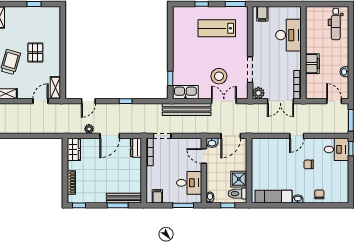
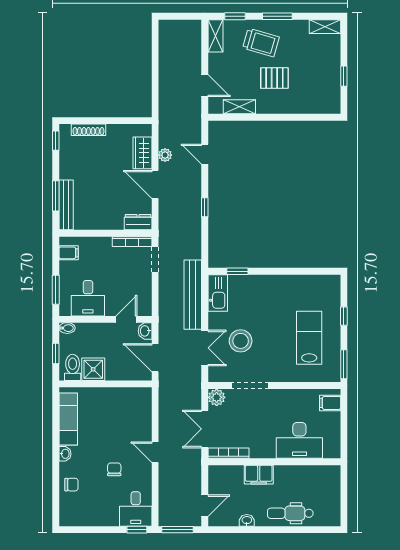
dental chair: (336, 24) -> (290, 513), moved
shelving: (55, 88) -> (239, 107), moved
wardrobe: (74, 149) -> (142, 153), moved, turned 90

